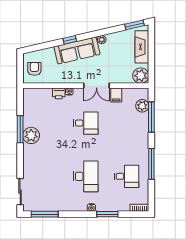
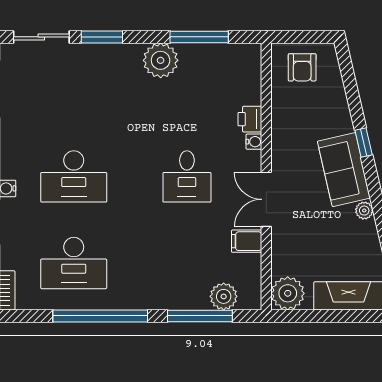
sofa: (77, 50) -> (344, 170), width x0.73
armchair: (34, 69) -> (302, 67), turned 90
window: (20, 129) -> (199, 37), moved
window: (20, 163) -> (102, 37), added
window: (151, 164) -> (100, 316), width x1.46
desk: (126, 176) -> (74, 263), width x1.37

